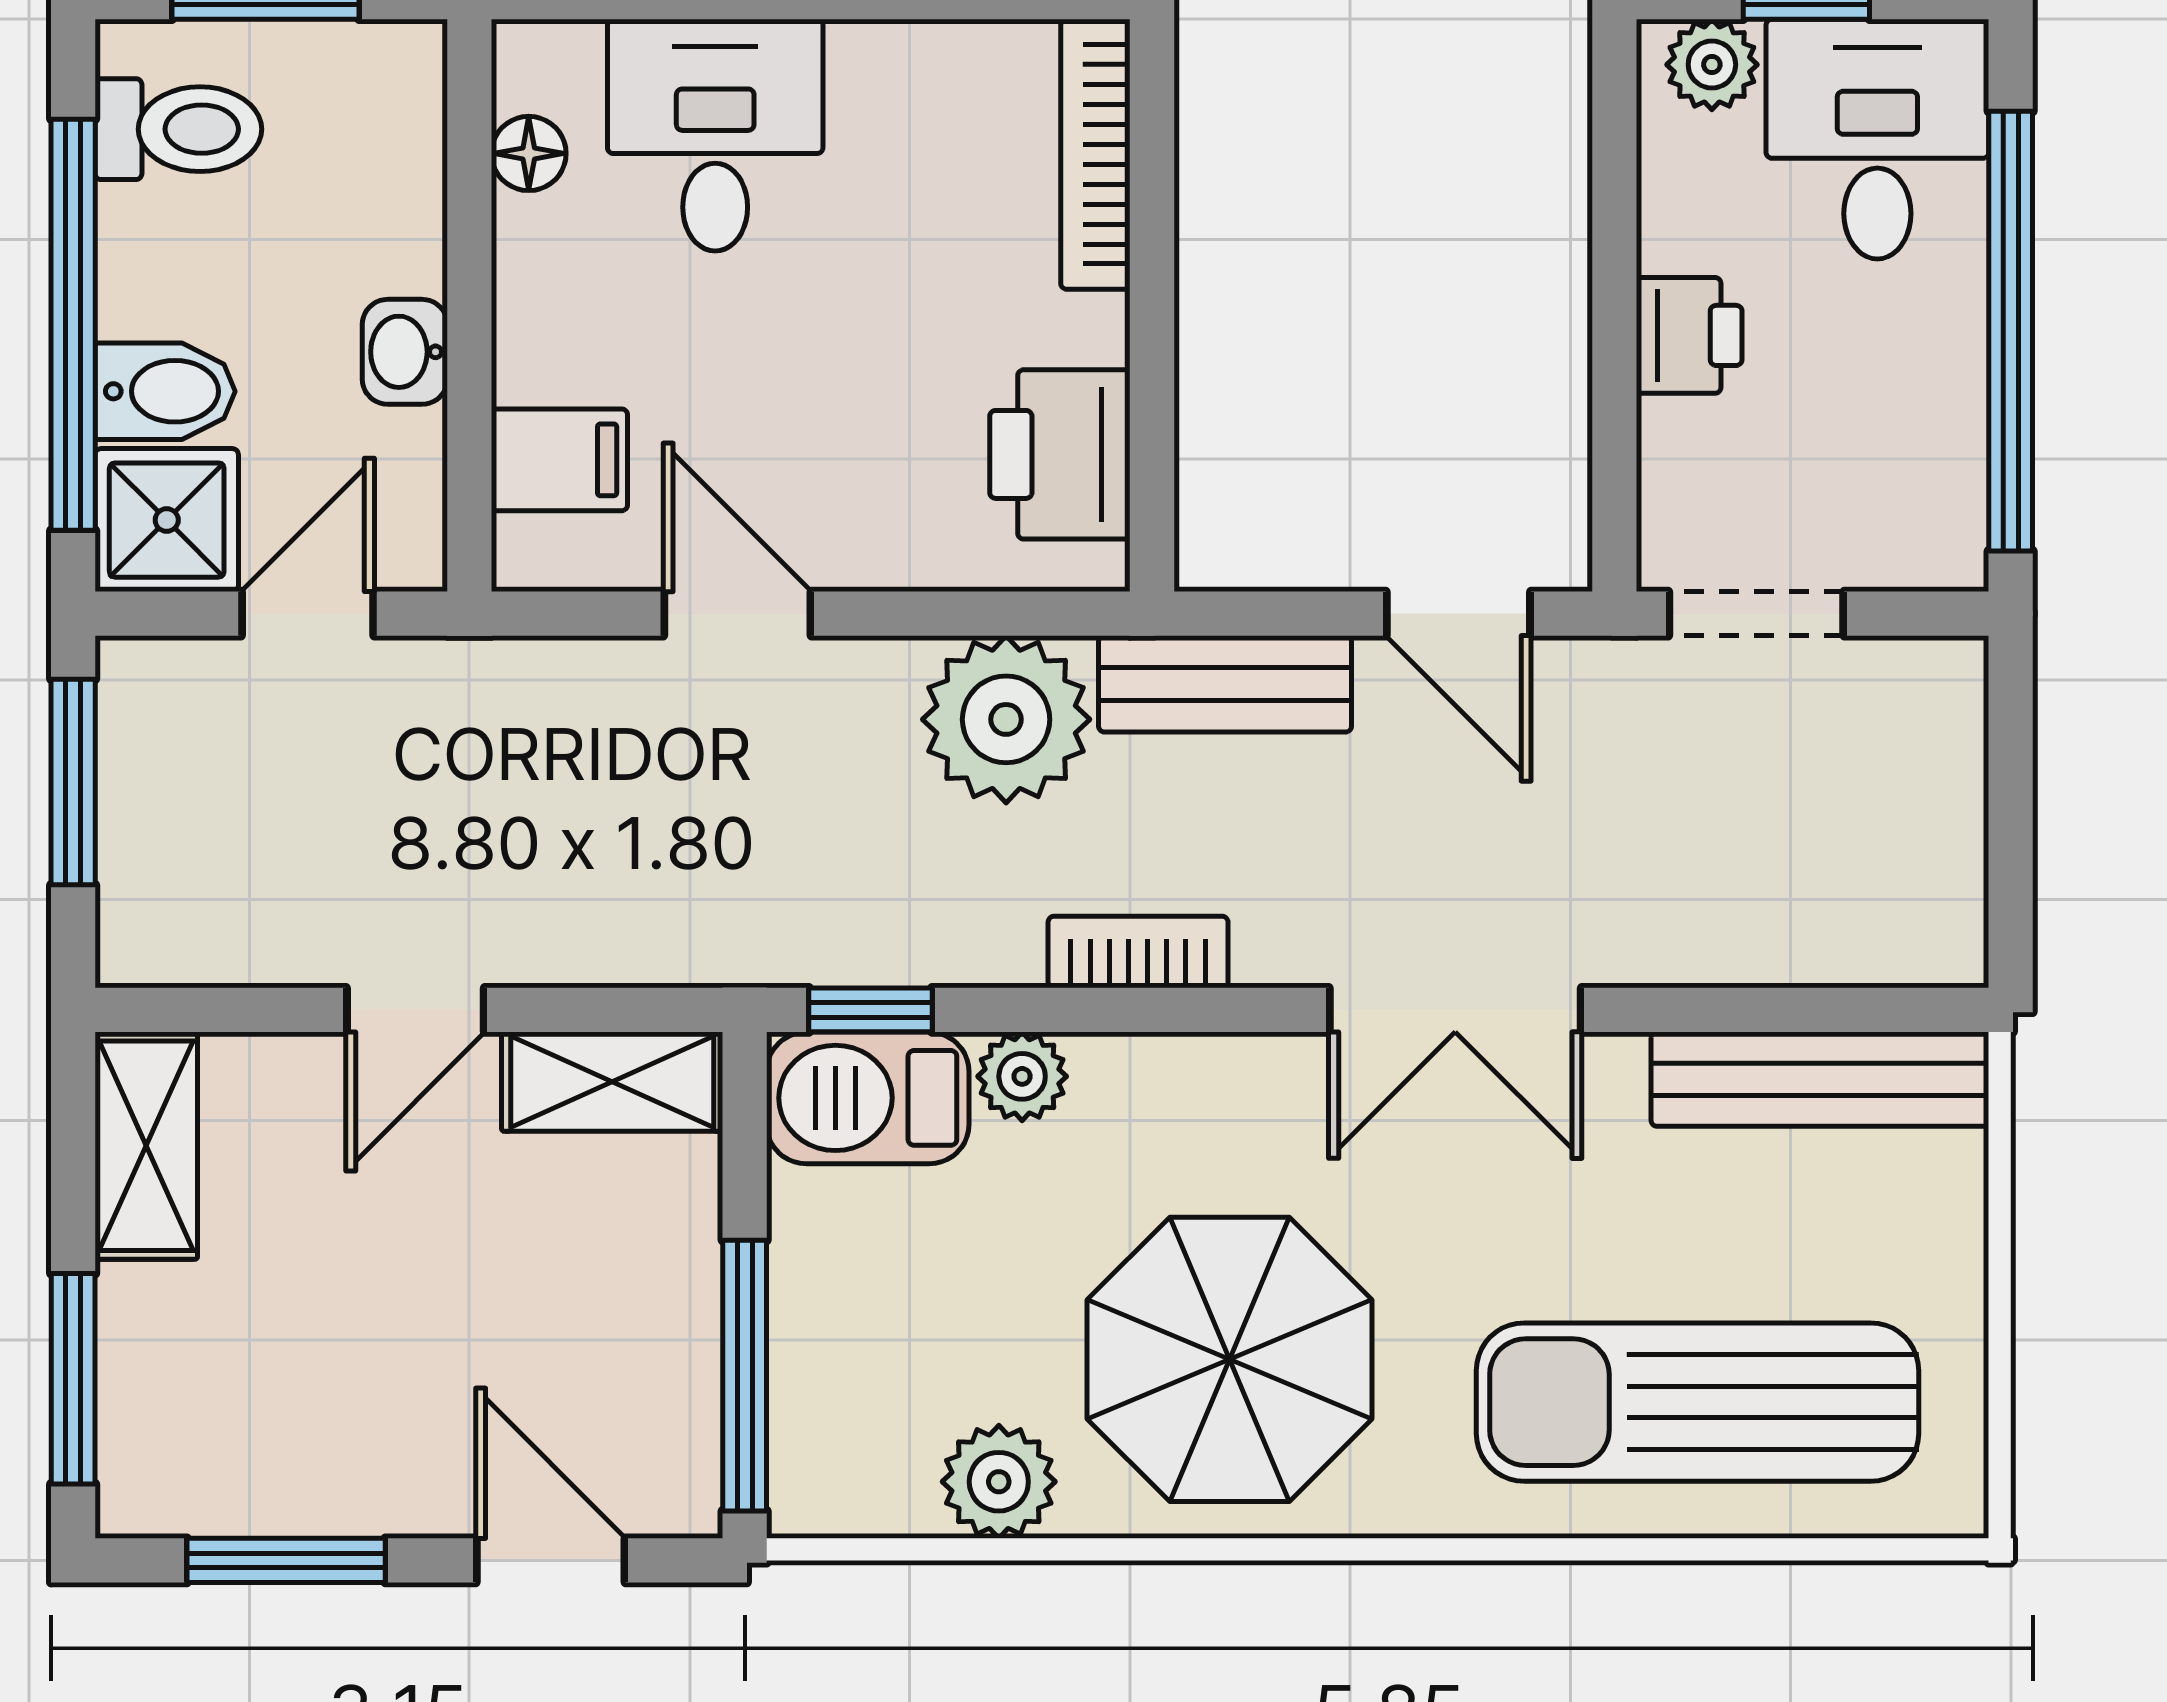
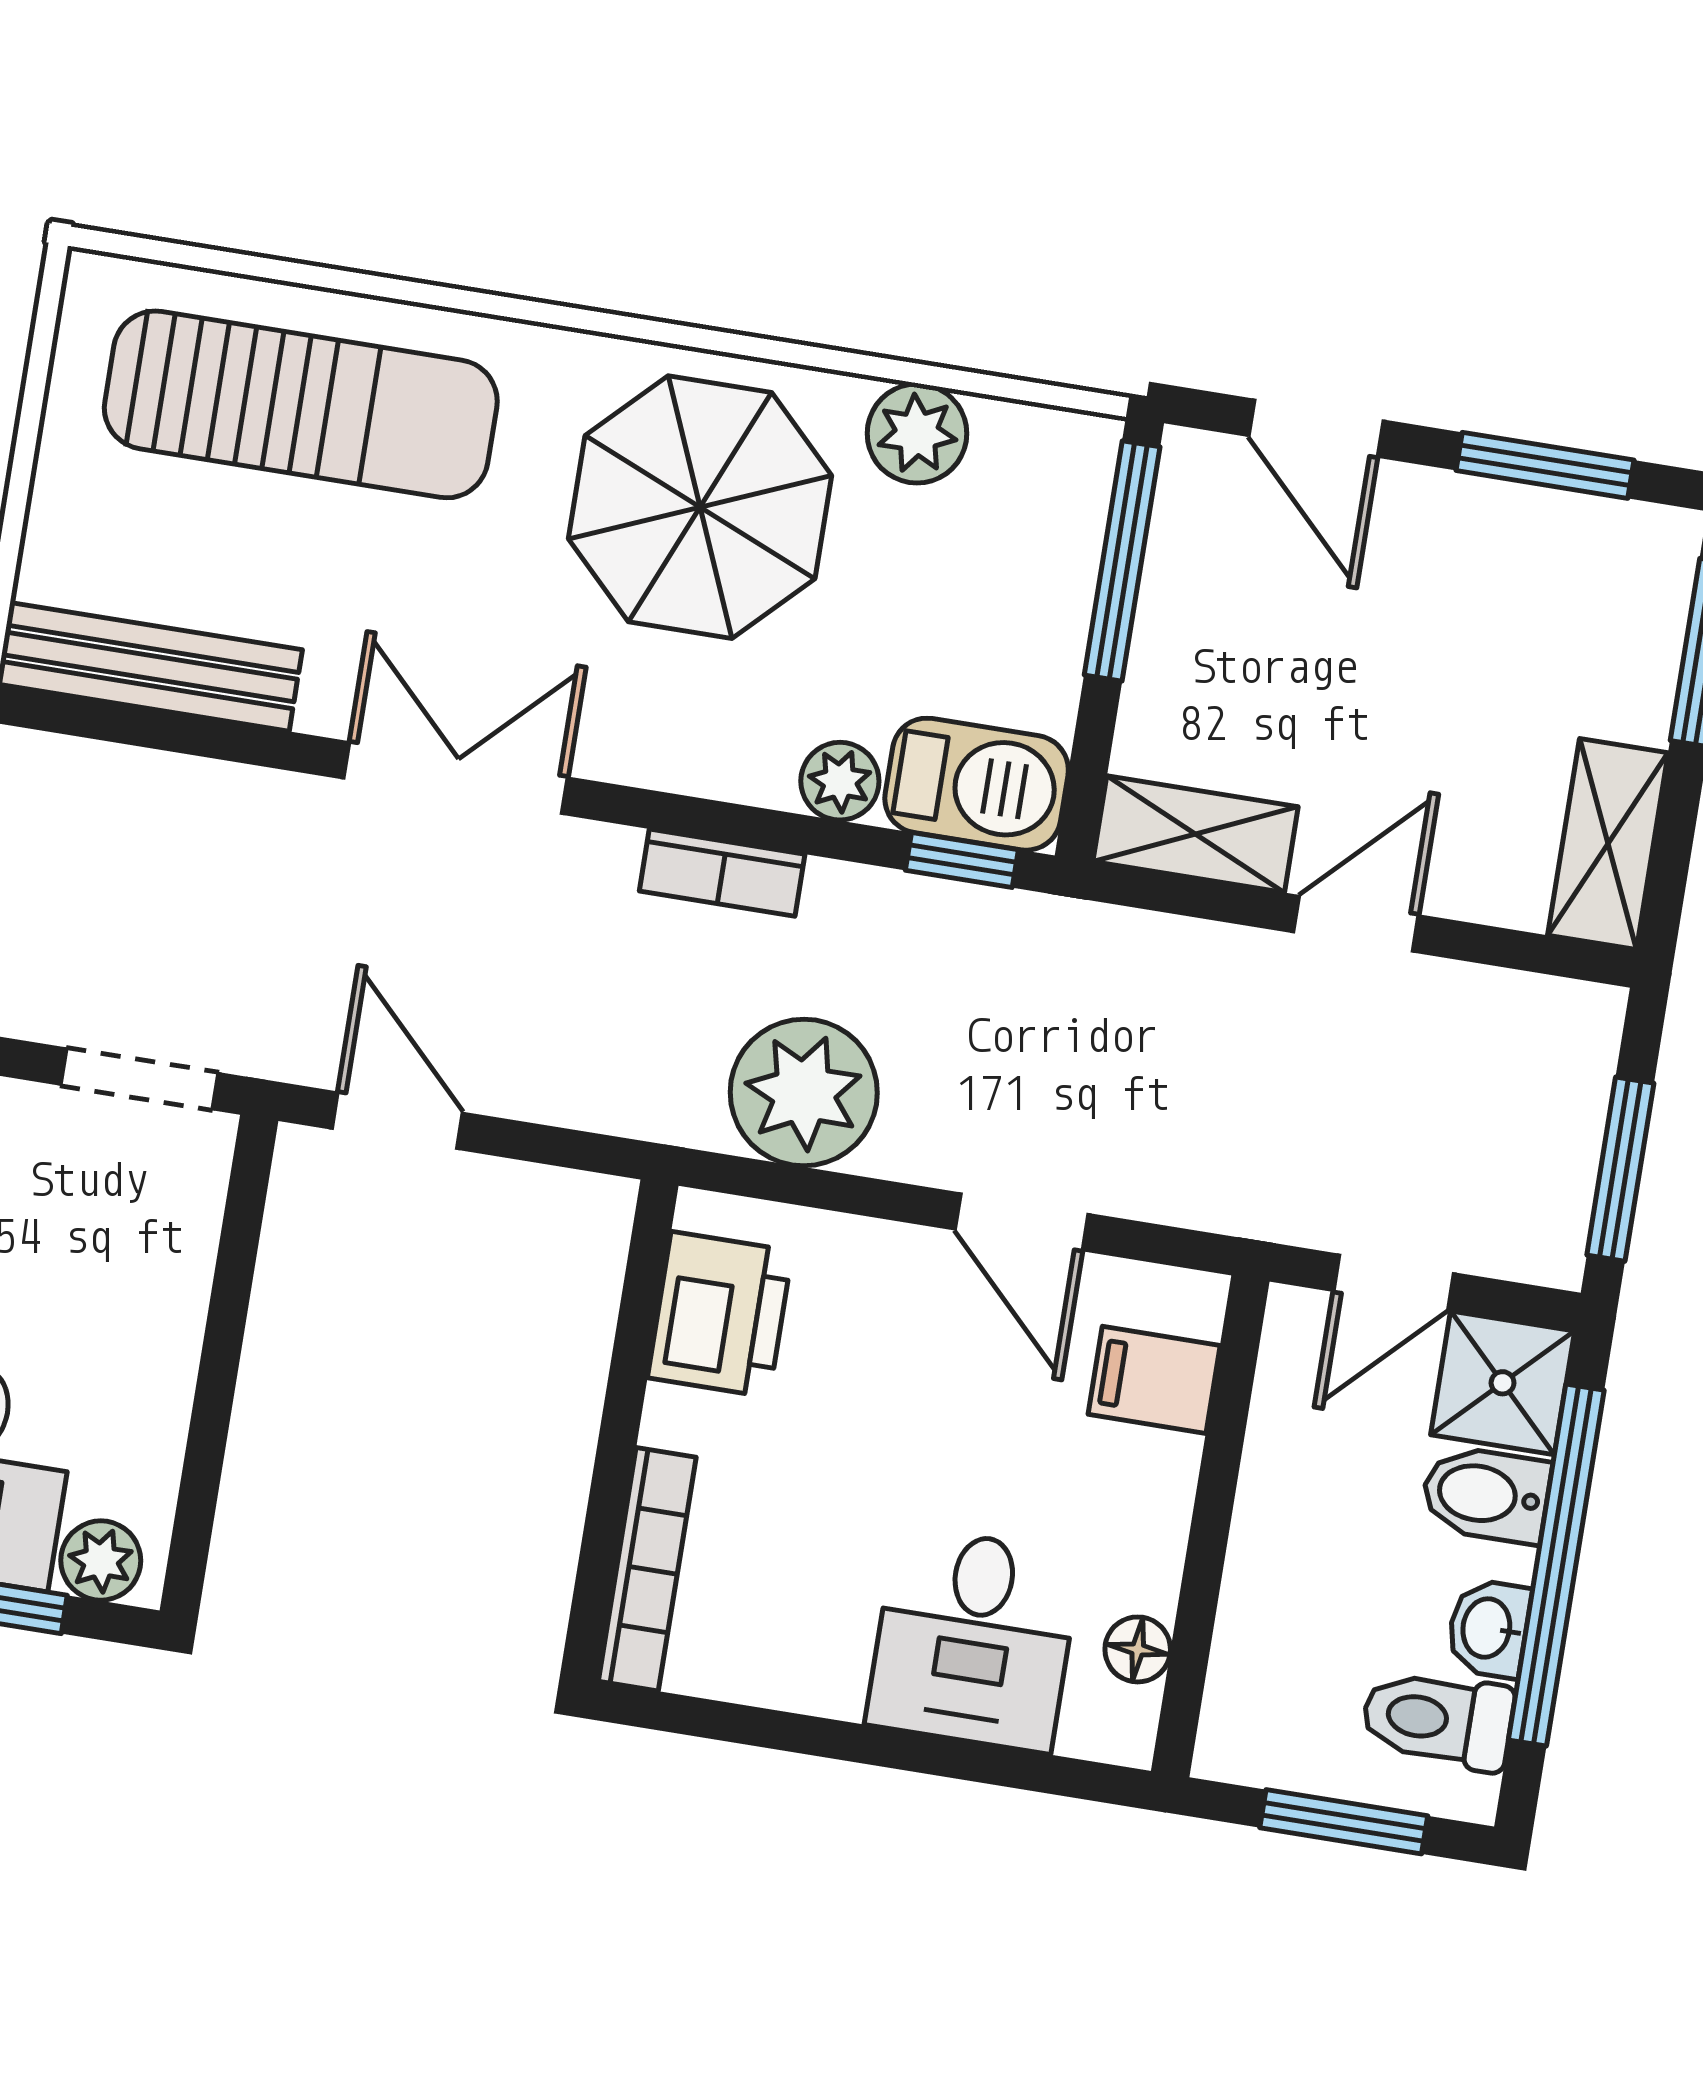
printer: (1689, 335) -> (158, 1329), removed
washbasin: (405, 352) -> (1489, 1628), moved, turned 180
bench: (1225, 684) -> (609, 1093), removed

